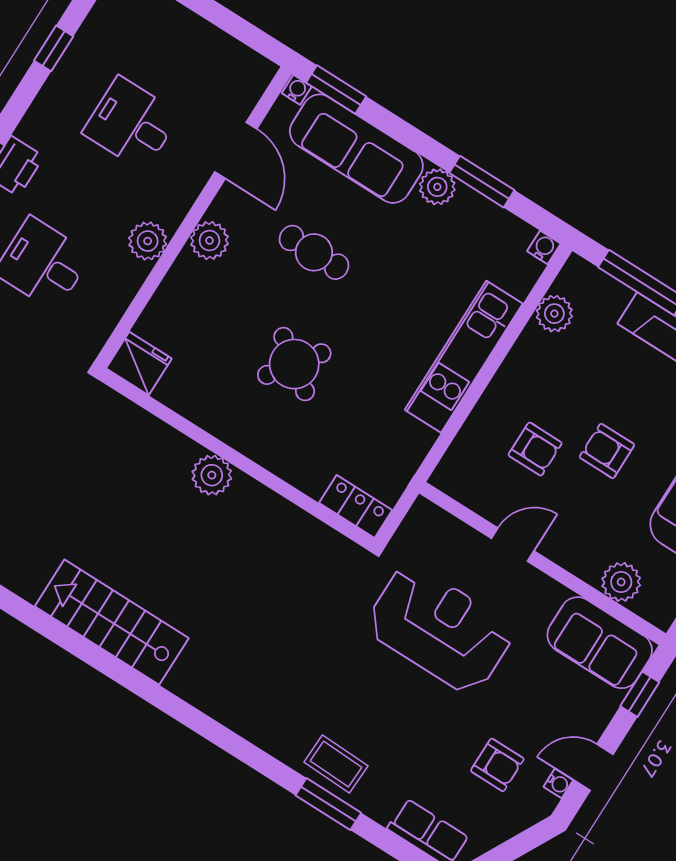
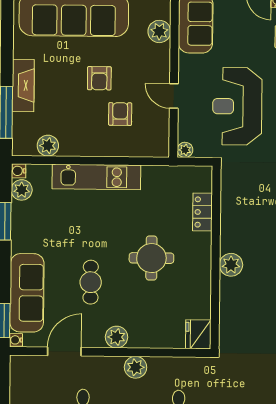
plant: (437, 187) -> (22, 190), moved
round table: (294, 364) -> (151, 258), turned -36
locker: (356, 507) -> (202, 212), moved
plant: (423, 512) -> (185, 150), added

